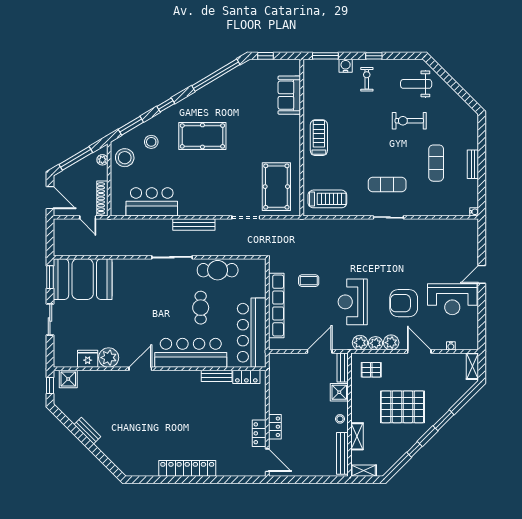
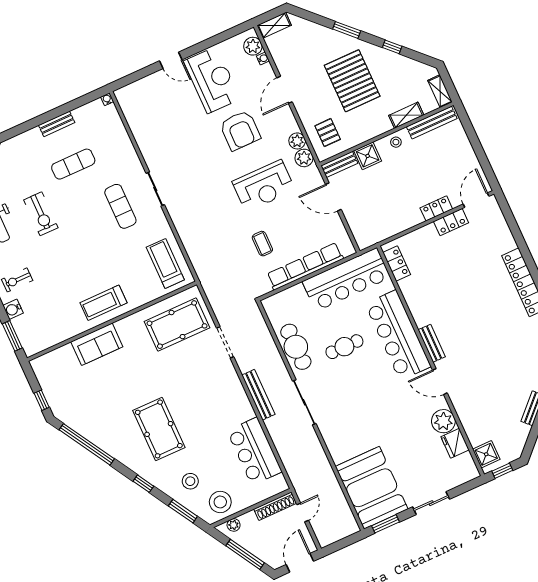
sofa: (289, 95) -> (97, 344), moved
plant: (391, 343) -> (253, 46), moved
bench: (217, 376) -> (432, 343), moved

